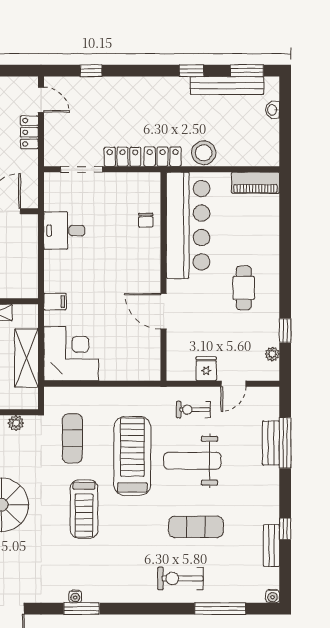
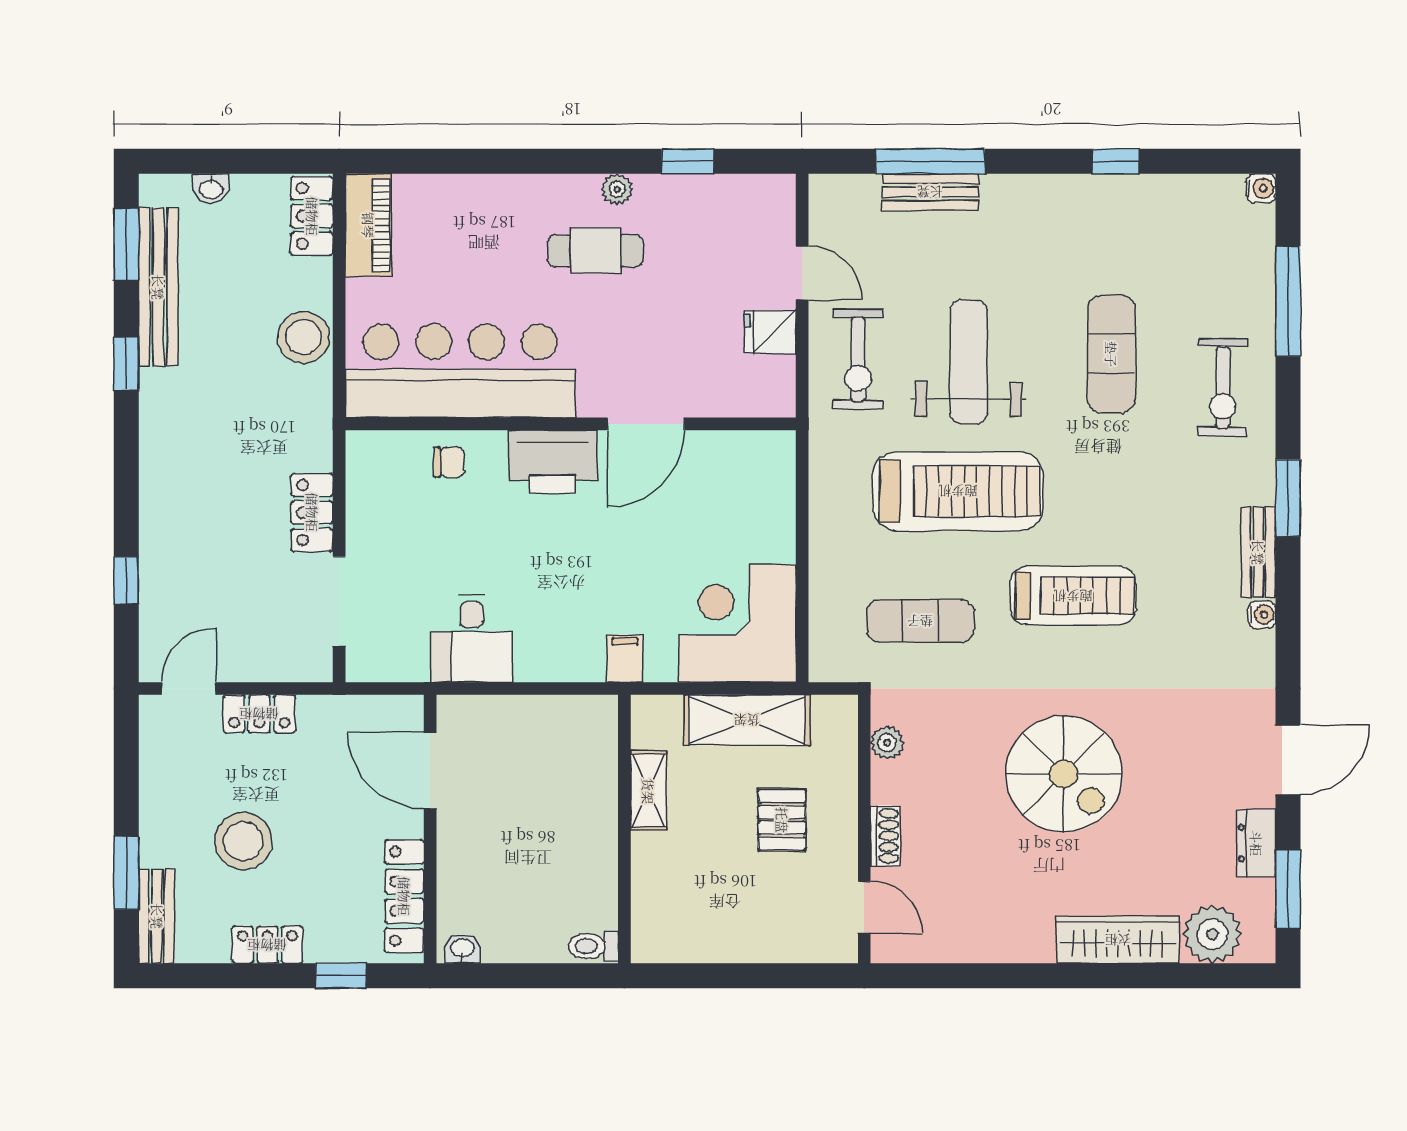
locker: (163, 157) -> (312, 216), moved
printer: (146, 268) -> (553, 462), added
plant: (272, 354) -> (617, 189), moved
exercise bike: (193, 410) -> (858, 359), width x1.38, depth x1.39
treadmill: (132, 456) -> (958, 491), turned 180
weight bench: (192, 461) -> (969, 362), turned 180
bench: (271, 546) -> (1258, 552), moved, turned 90
window: (82, 609) -> (1288, 498), moved

